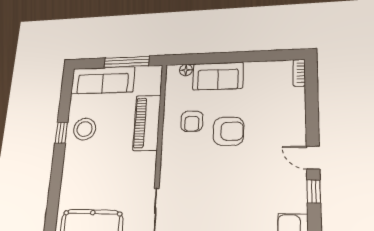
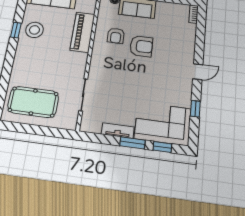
door: (313, 158) -> (198, 72), swing flipped
window: (314, 191) -> (195, 109), moved

